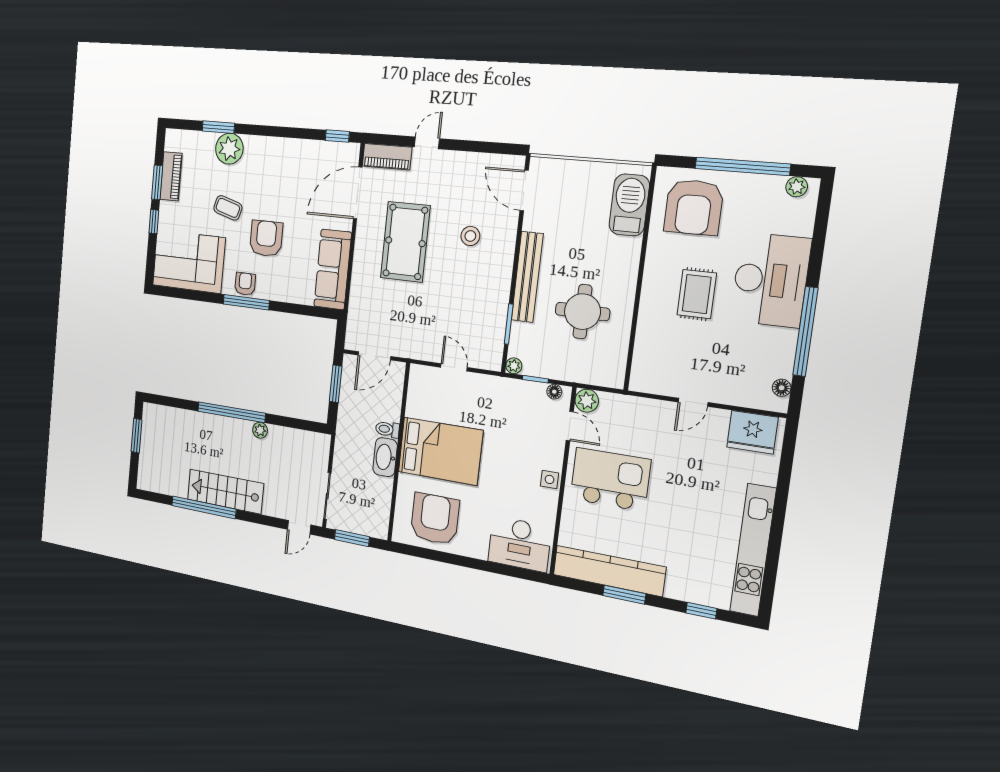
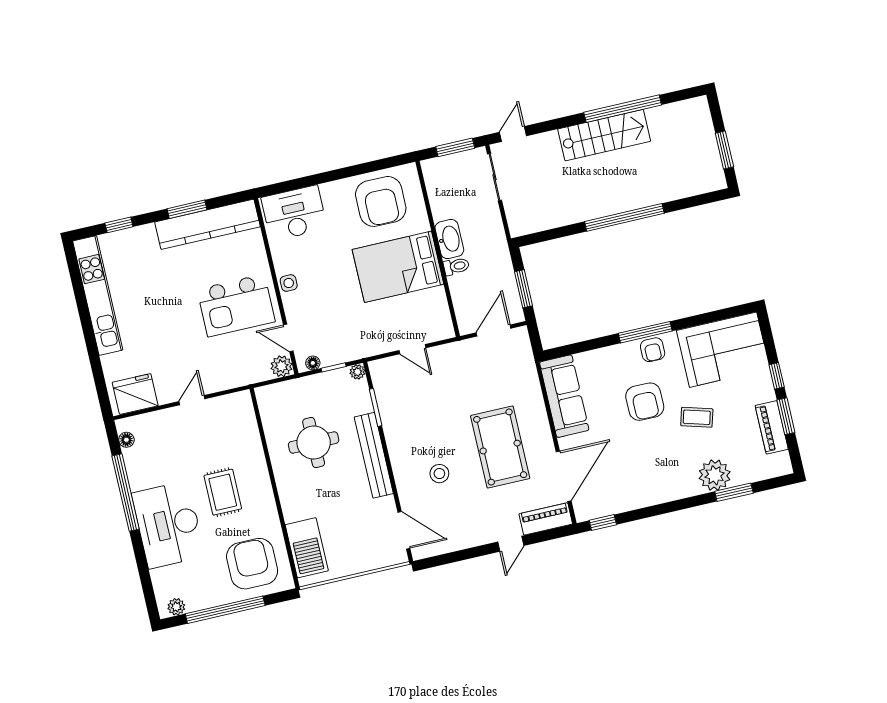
plant: (260, 430) -> (587, 212), removed

